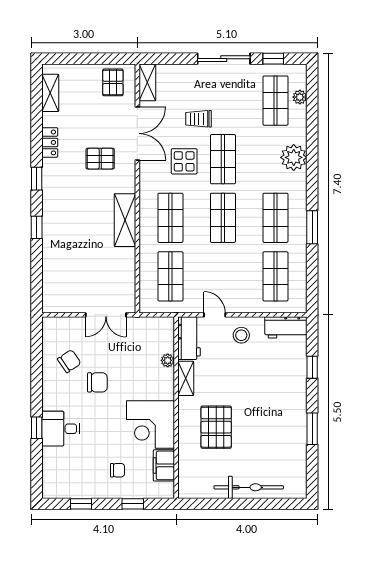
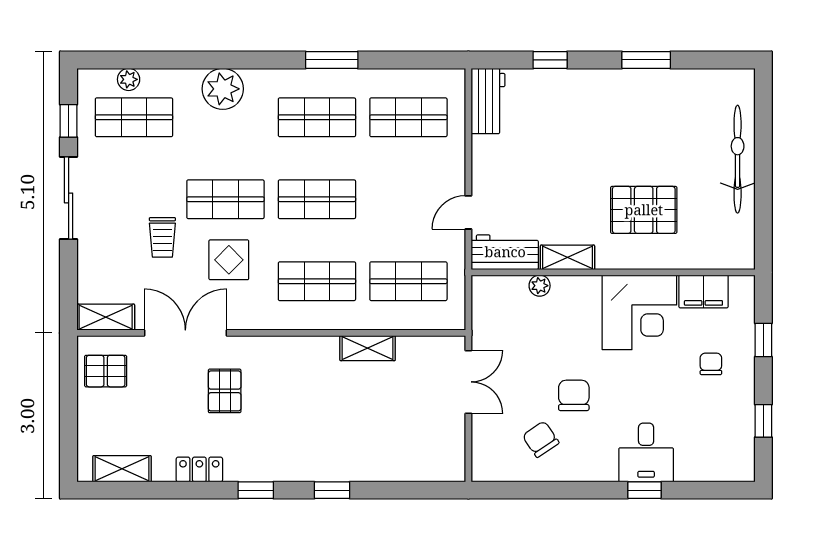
shelving: (125, 220) -> (368, 348), moved, width x0.67, depth x0.75
stool: (241, 335) -> (500, 171), removed

